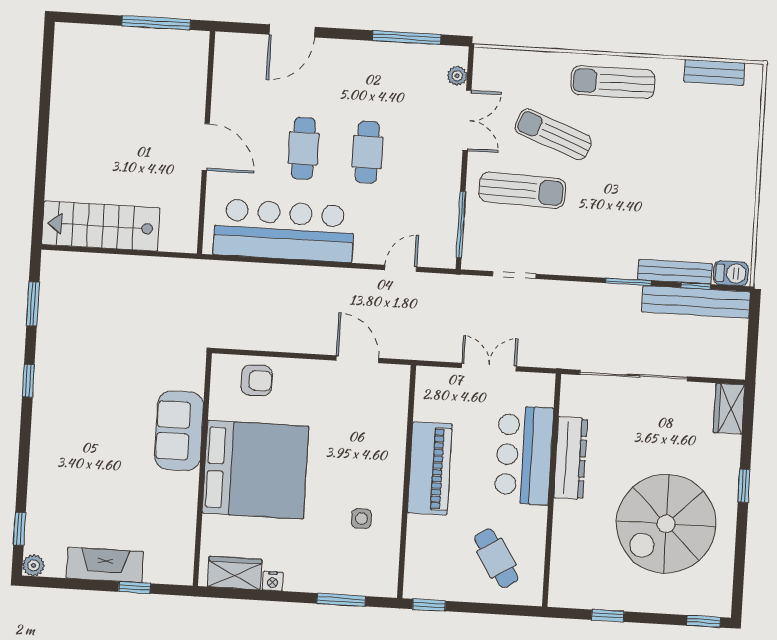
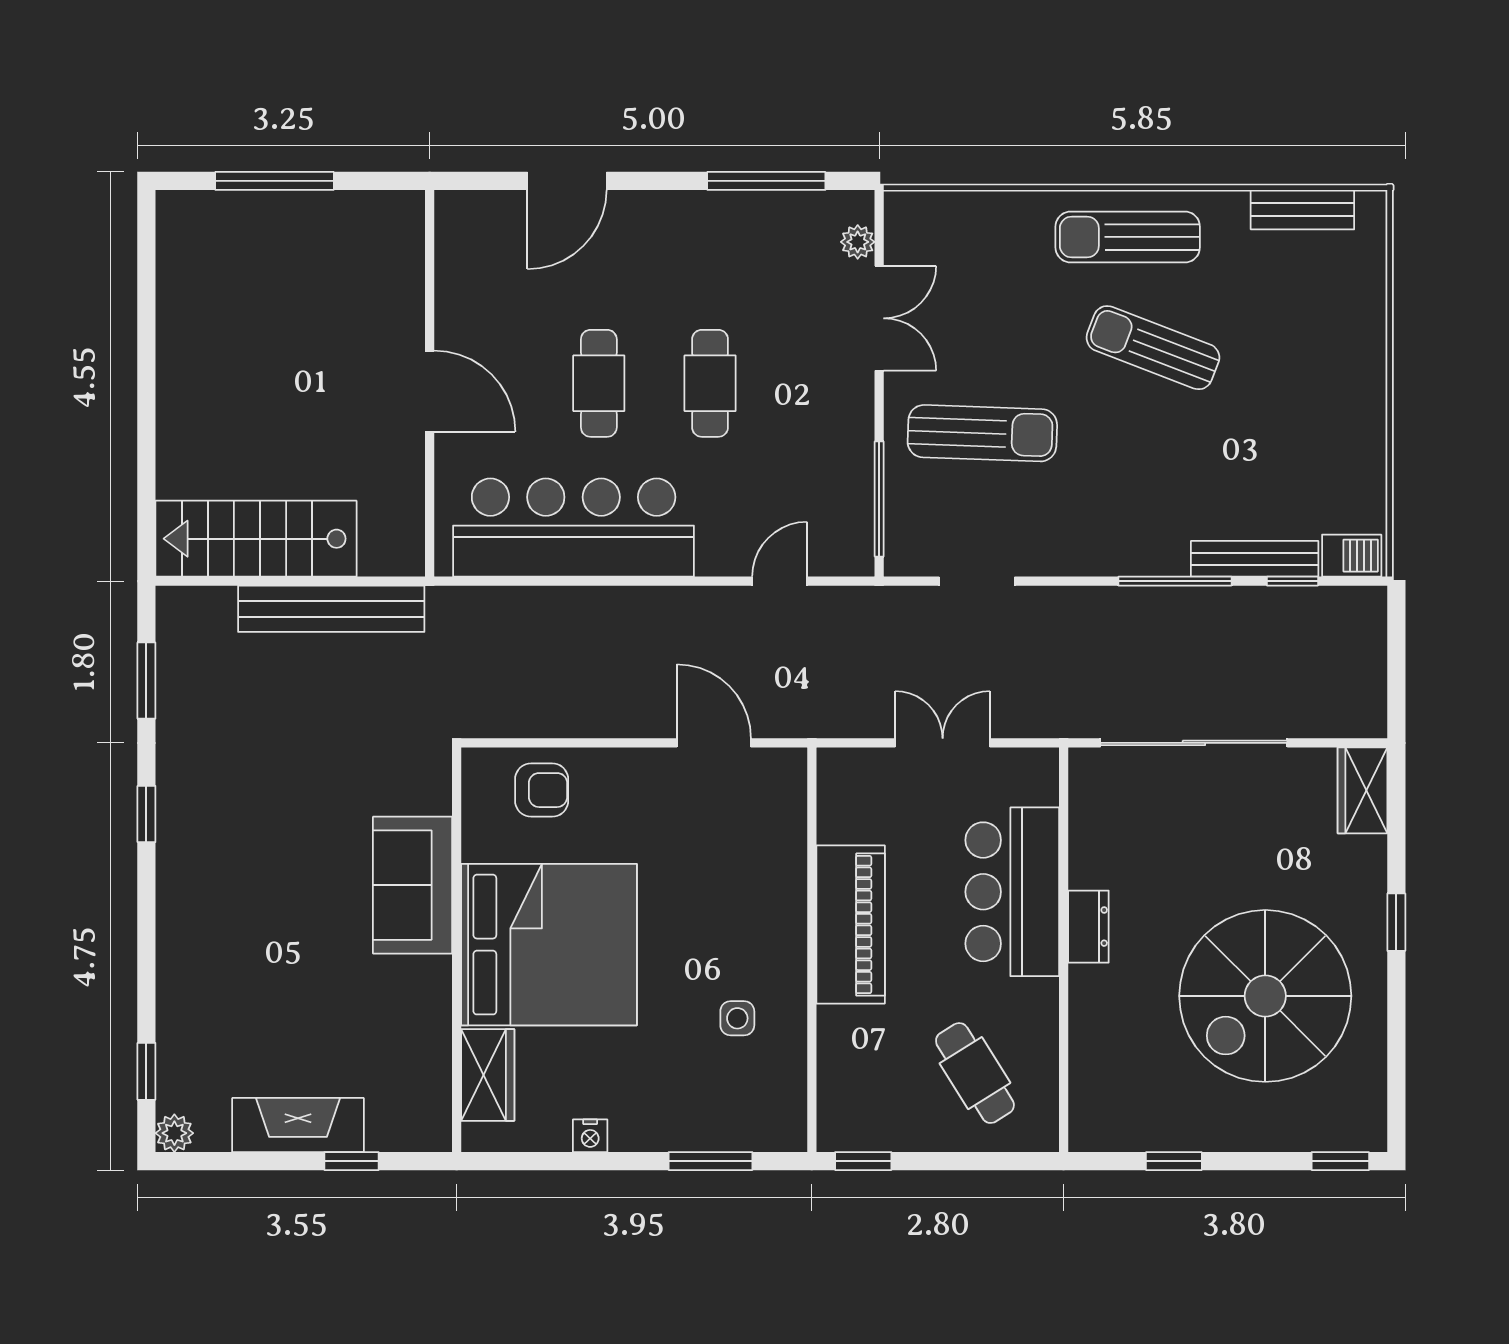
window: (156, 23) -> (274, 181), moved
sun lounger: (553, 134) -> (1153, 348), moved
window: (628, 282) -> (1175, 581), width x1.44
bench: (696, 302) -> (331, 609), moved
dresser: (571, 458) -> (1088, 927), width x0.51, depth x0.80
wardrobe: (235, 573) -> (488, 1075), moved, turned 90

